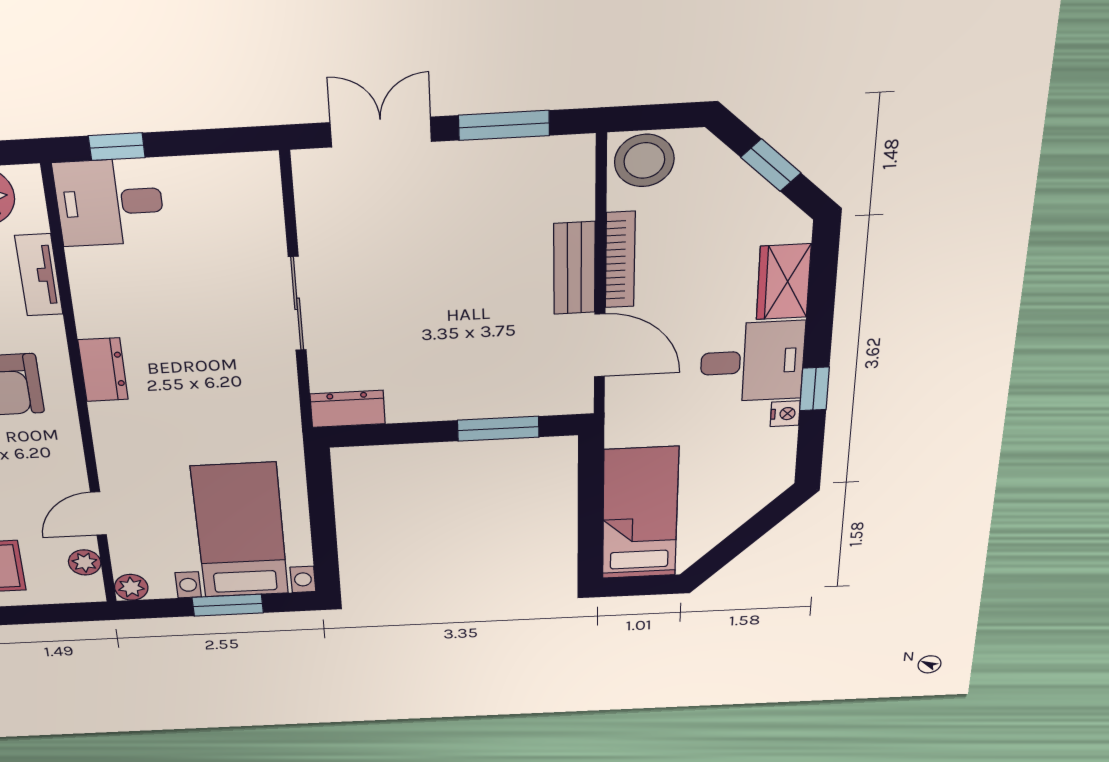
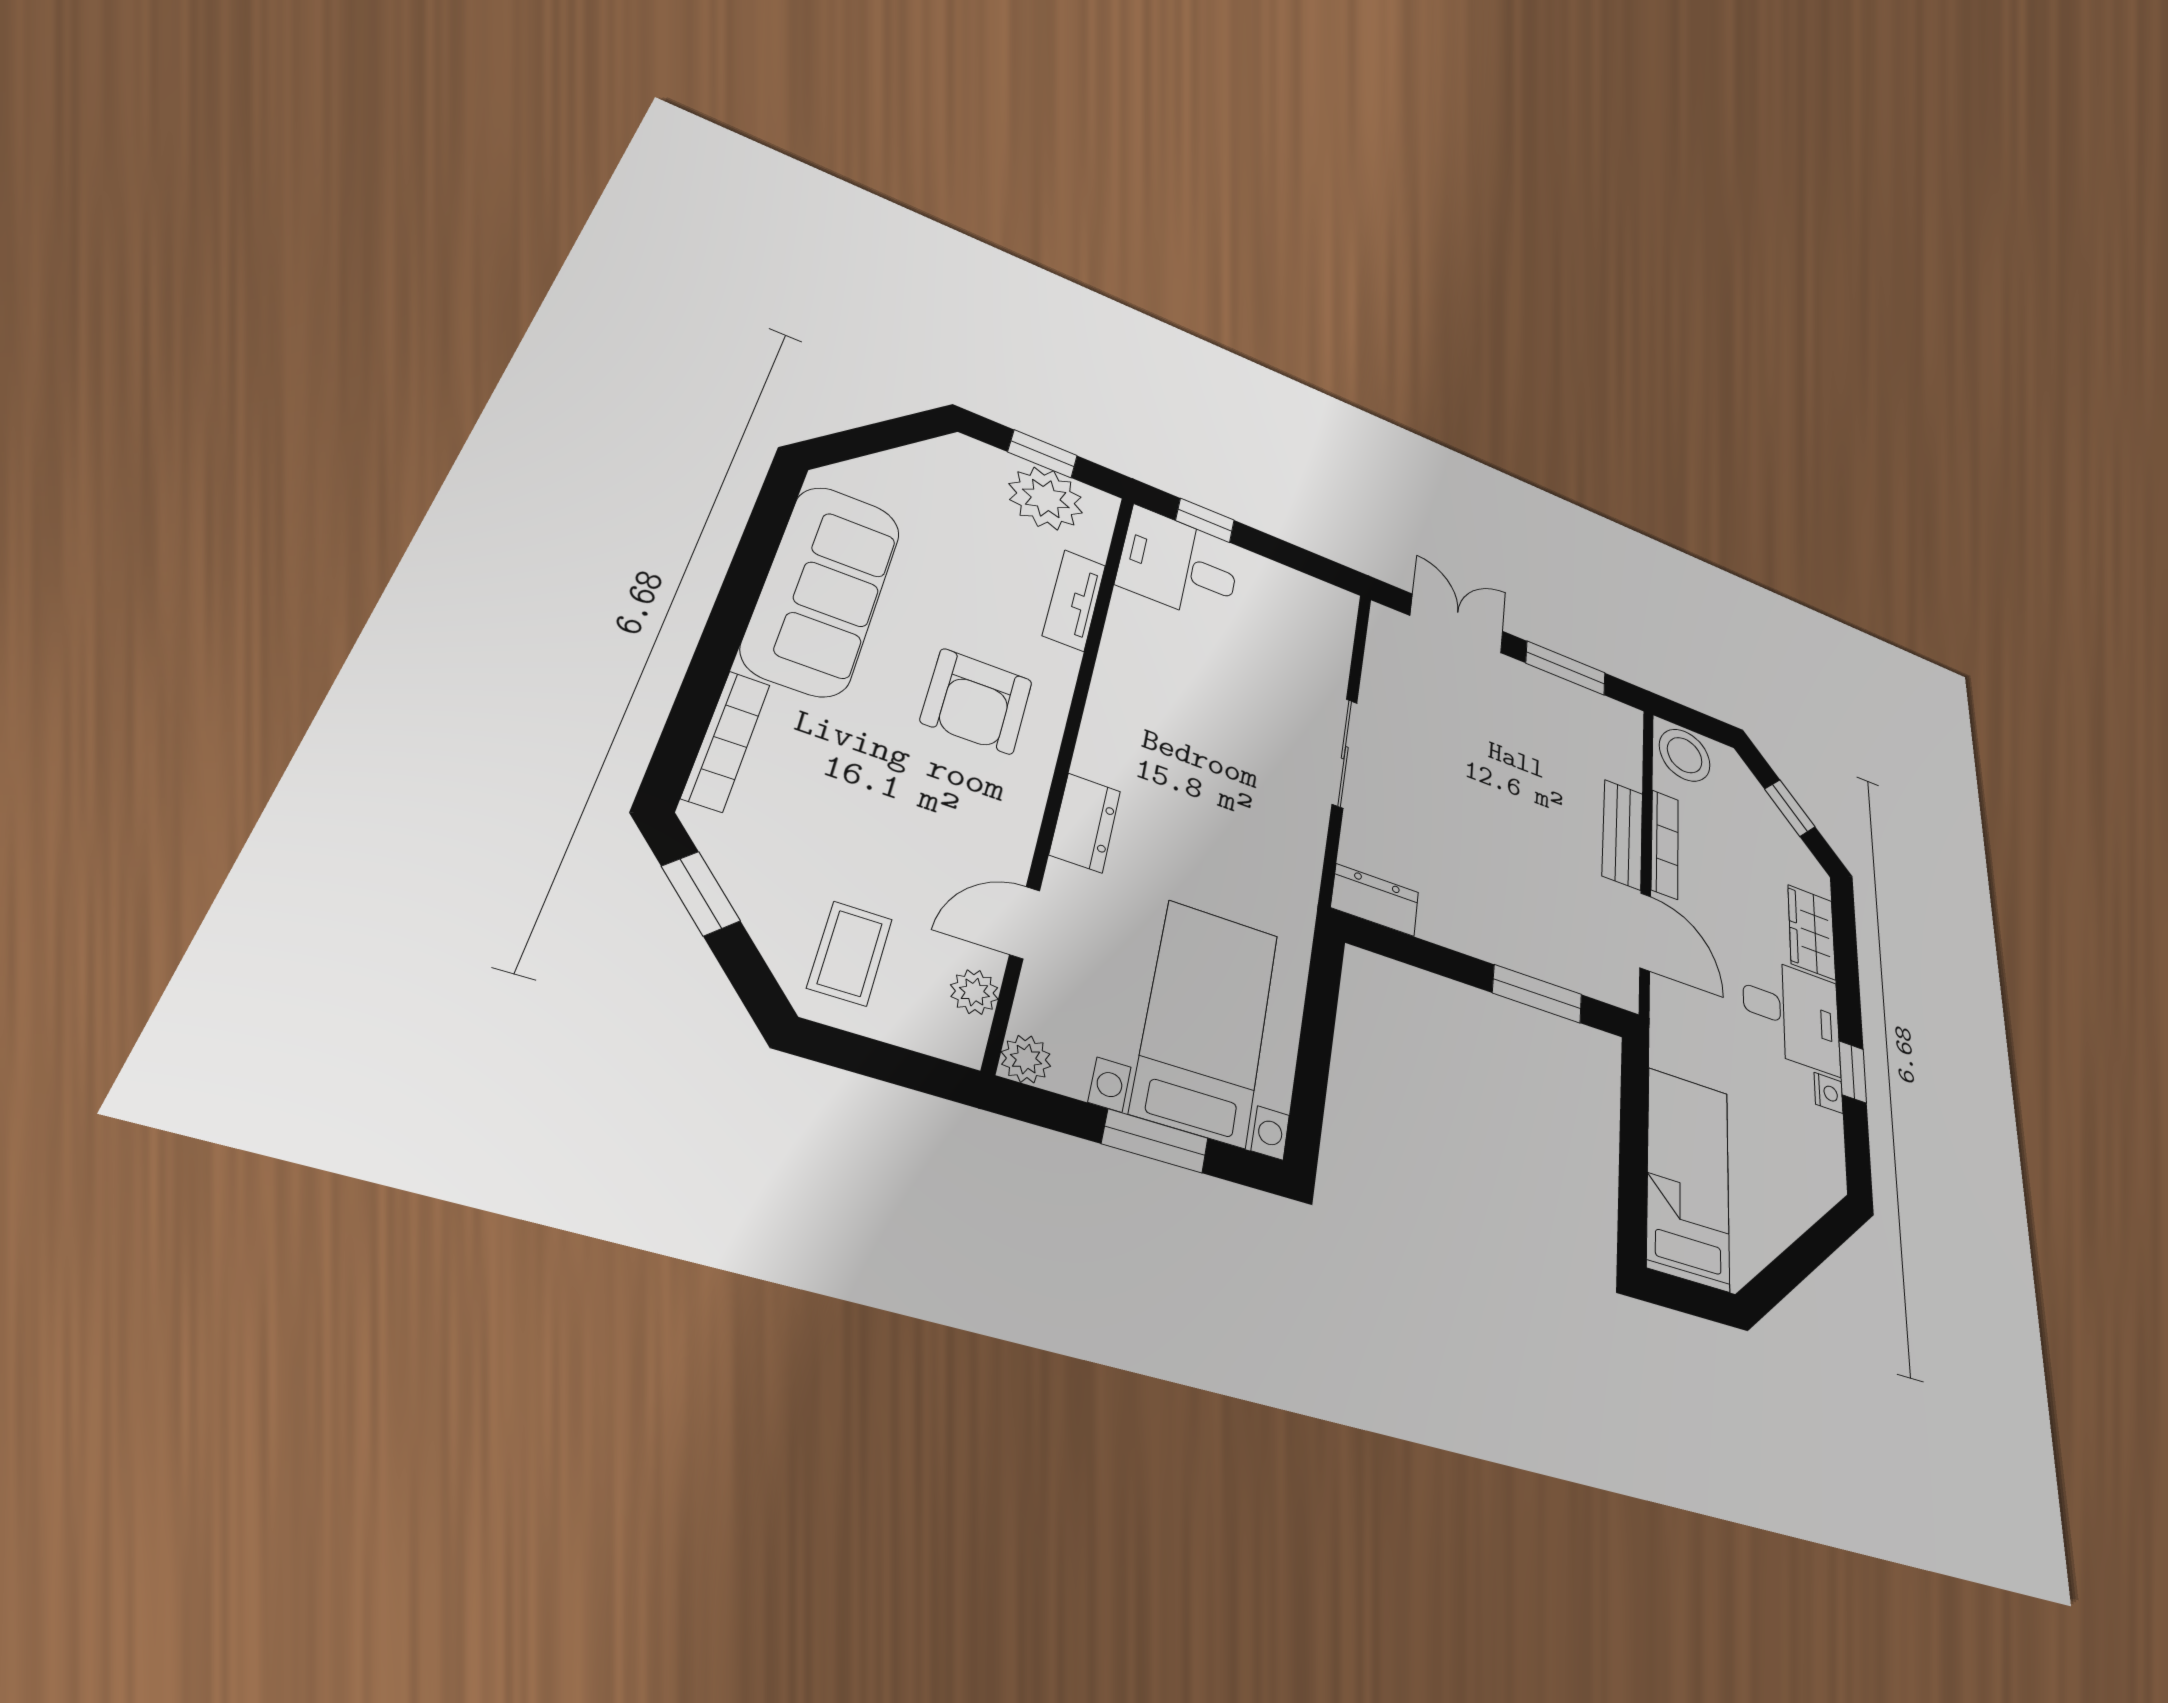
dresser: (103, 370) -> (1085, 823), moved

